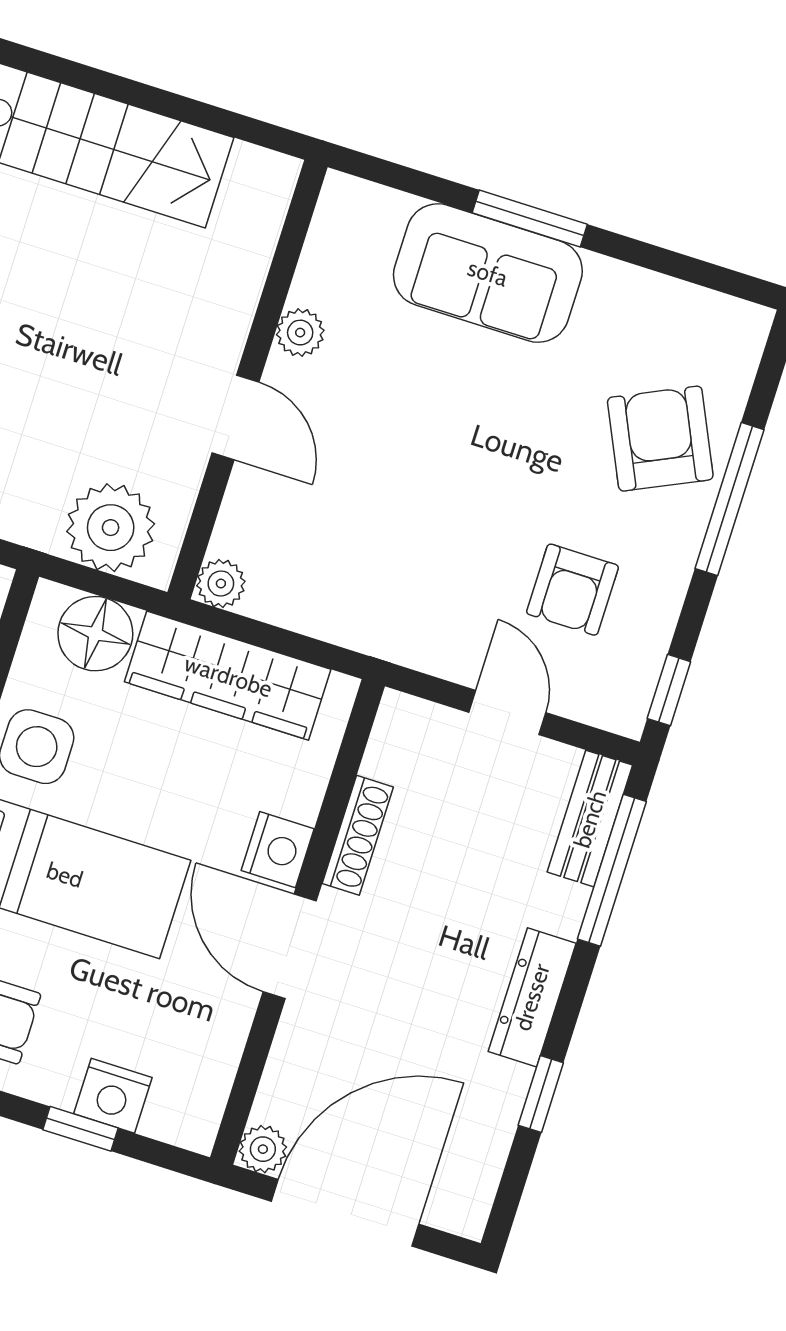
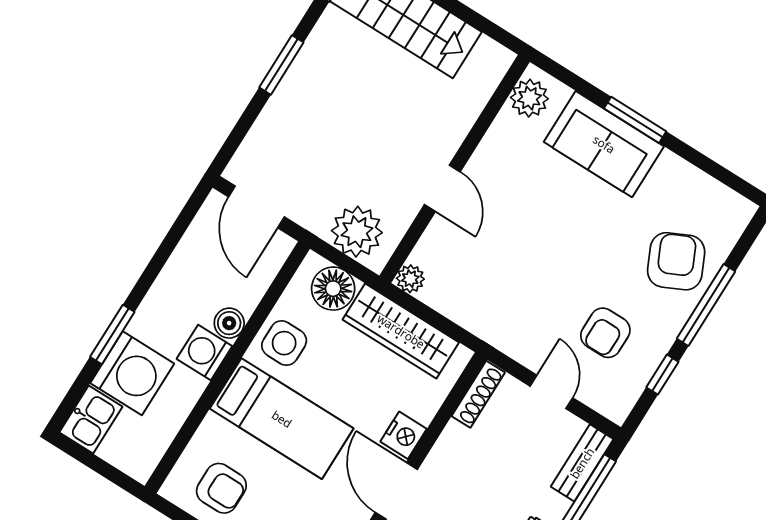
plant: (300, 333) -> (529, 98), moved, width x1.38, depth x1.38
window: (669, 690) -> (662, 375), moved
shoe rack: (358, 835) -> (478, 394), moved

